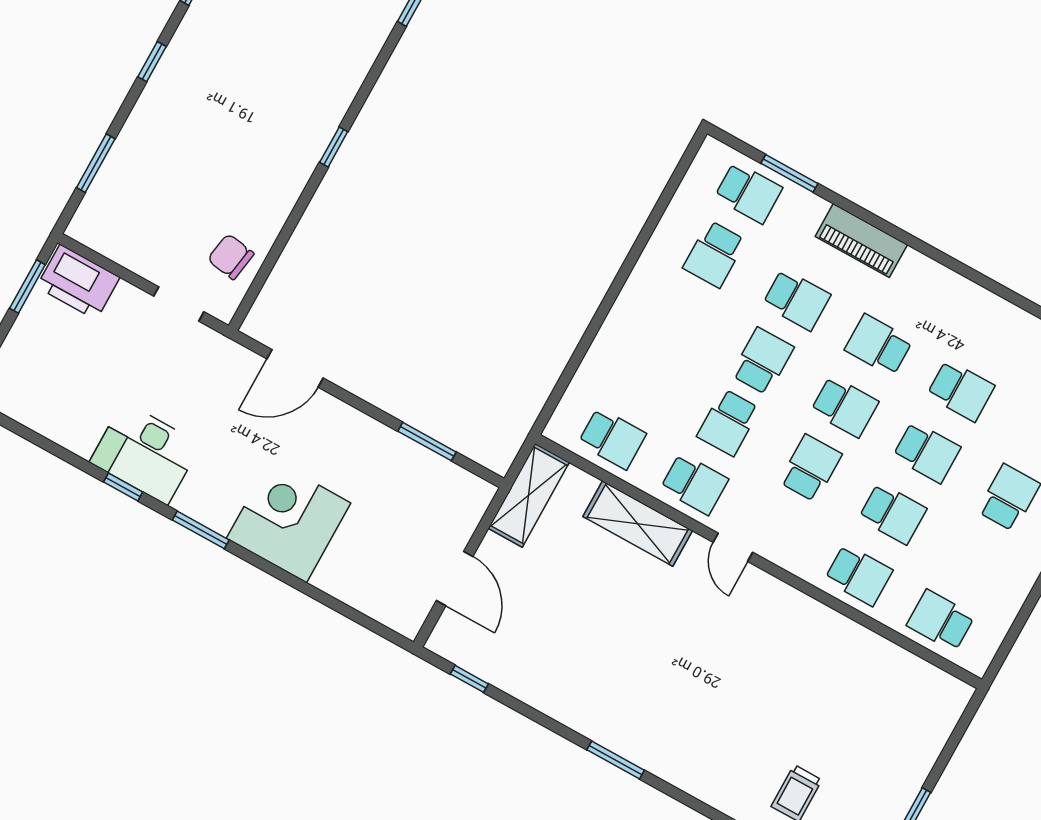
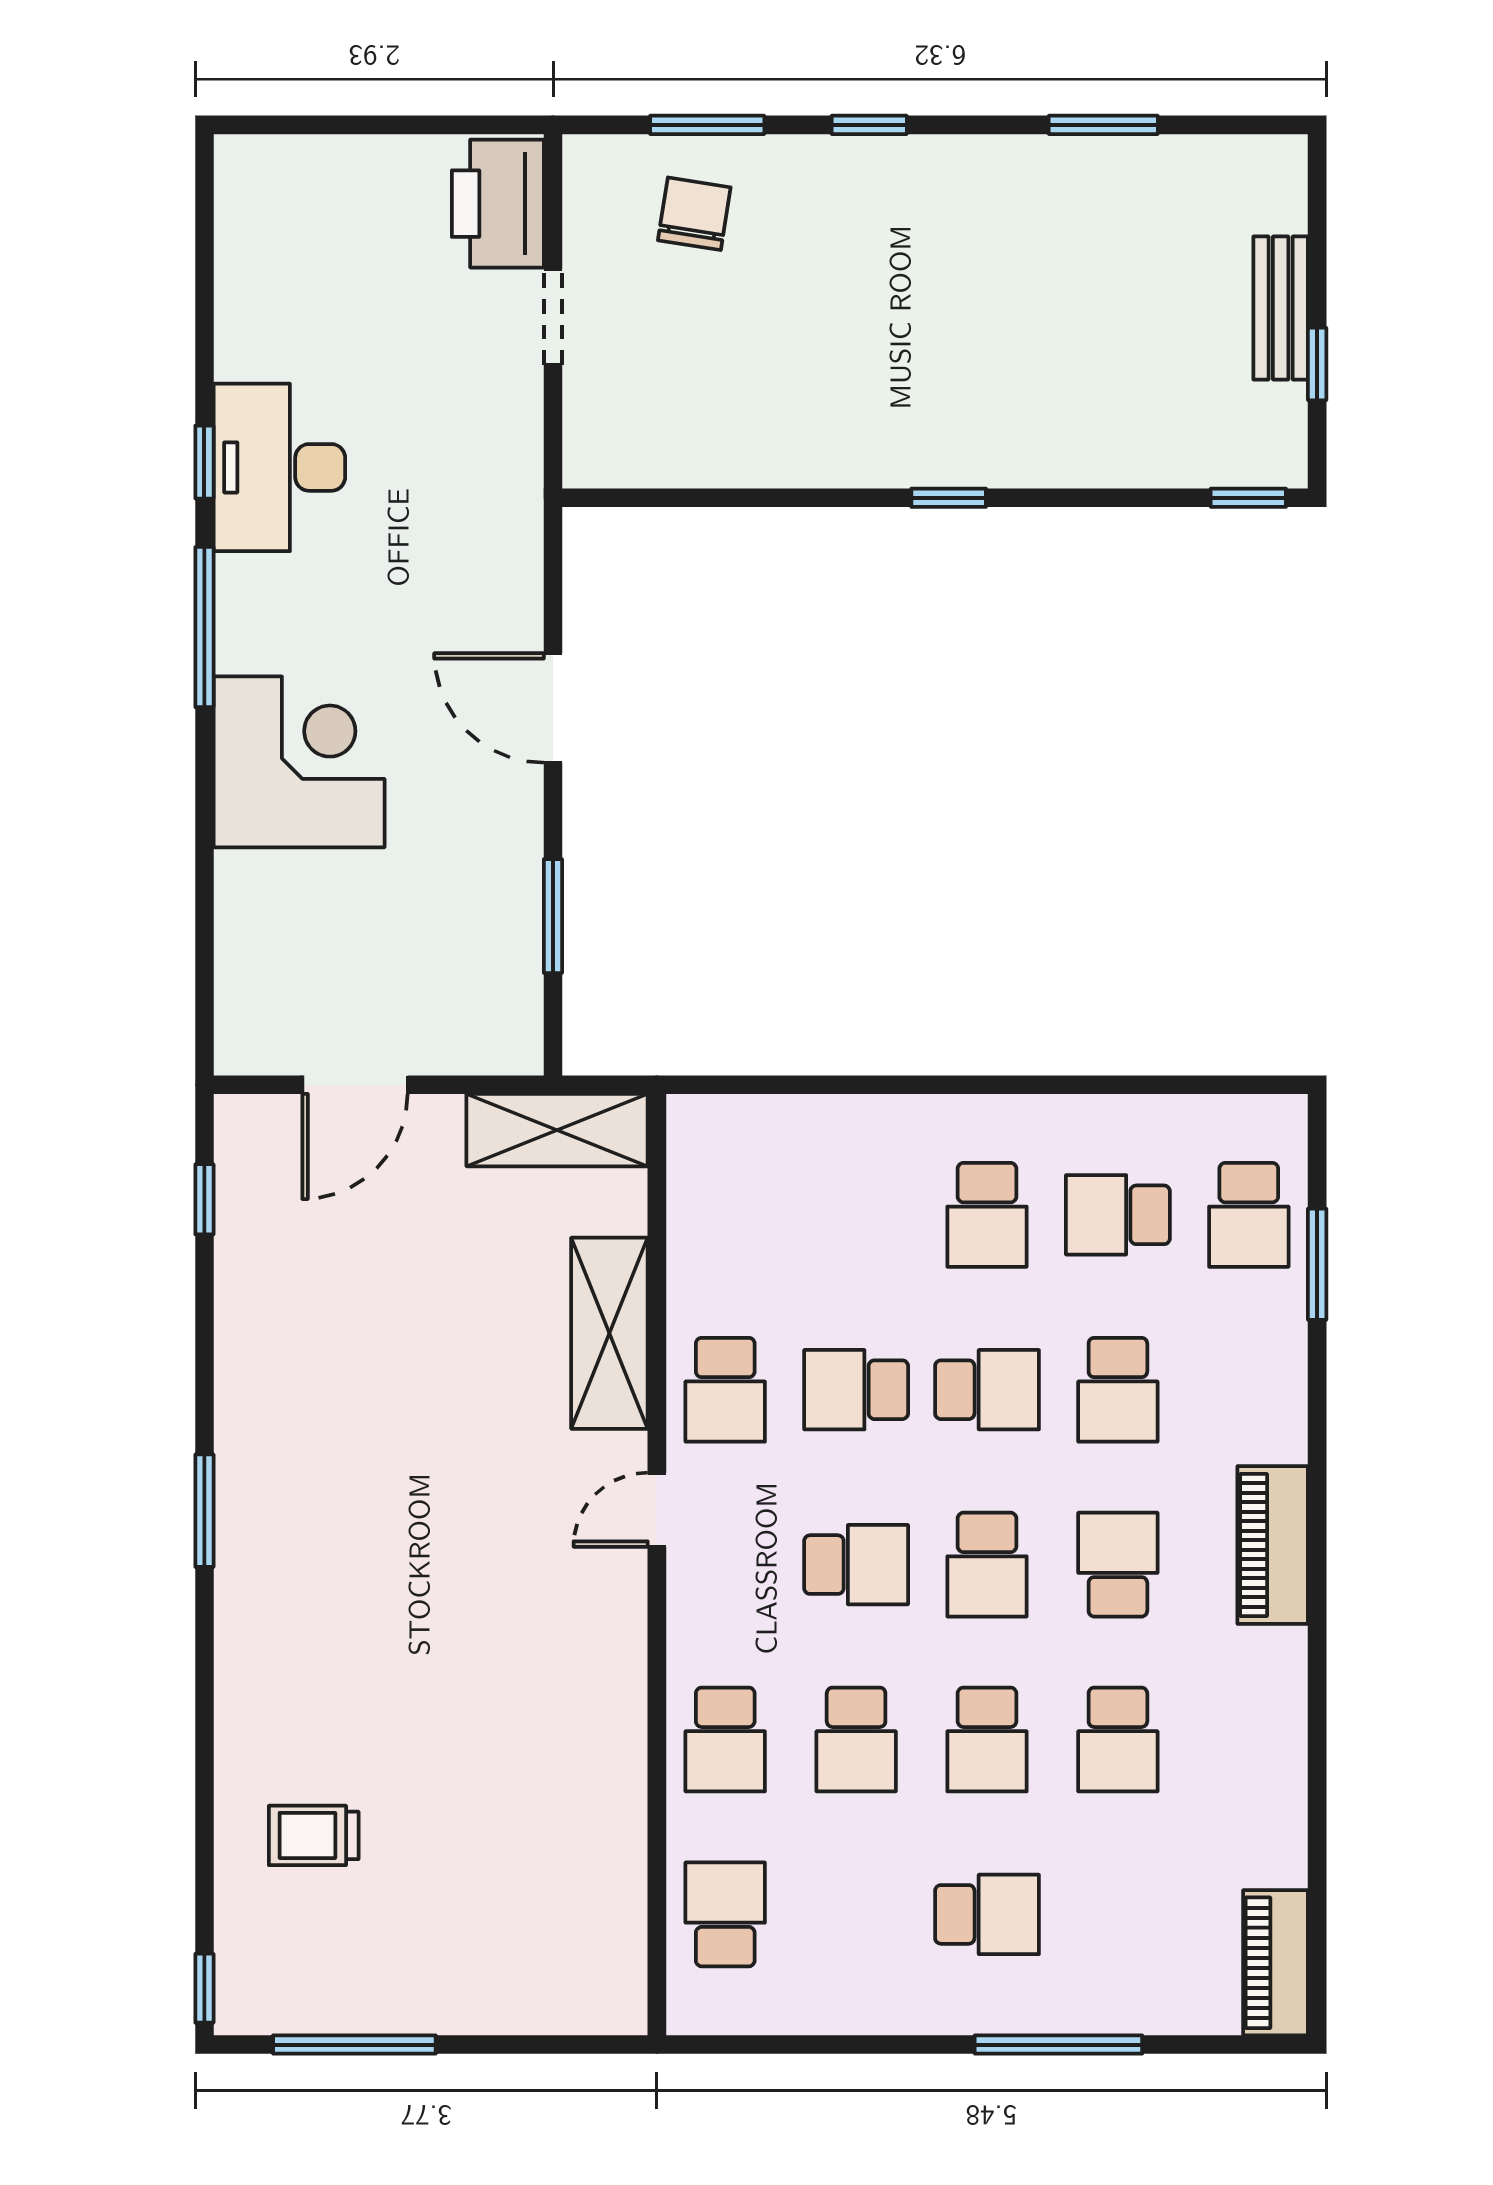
window: (152, 62) -> (869, 125), moved
piano: (861, 241) -> (1273, 1545), moved
chair: (231, 257) -> (694, 214), moved
window: (27, 286) -> (445, 125), removed
doorway: (179, 304) -> (553, 317), moved
door: (295, 368) -> (553, 708), moved
school desk: (612, 438) -> (987, 1215), moved
window: (201, 530) -> (204, 627), width x1.44

